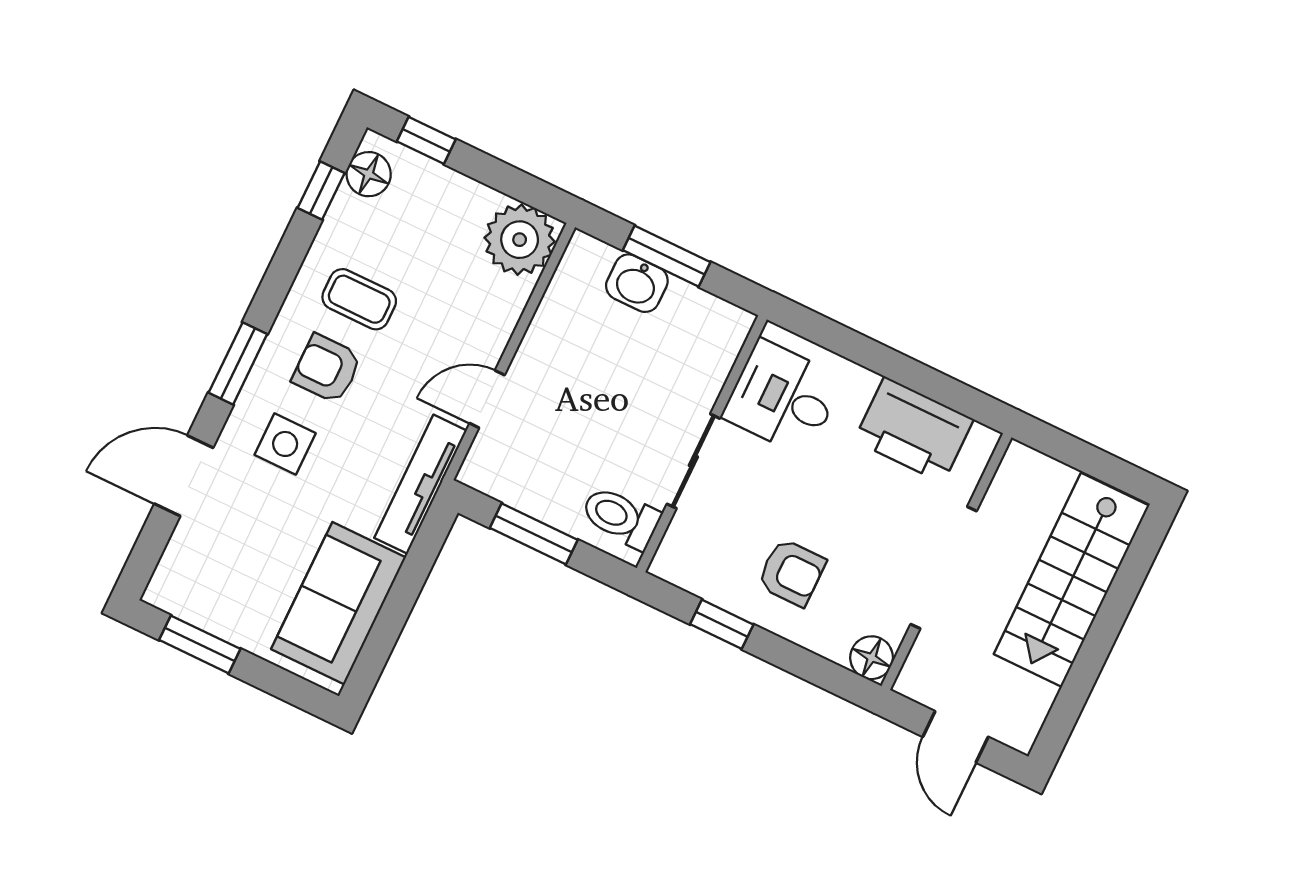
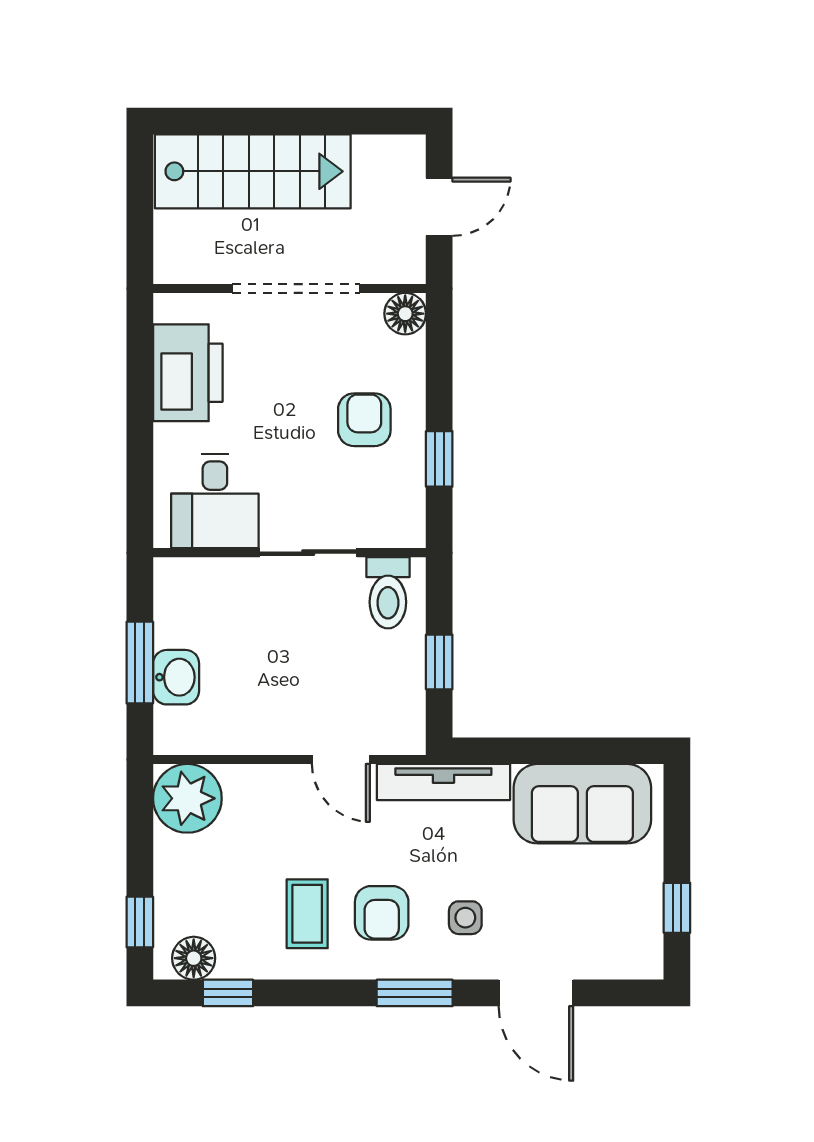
side table: (285, 444) -> (465, 918), width x0.73, depth x0.73
window: (534, 534) -> (439, 662), width x0.67
window: (200, 644) -> (677, 908), width x0.67

